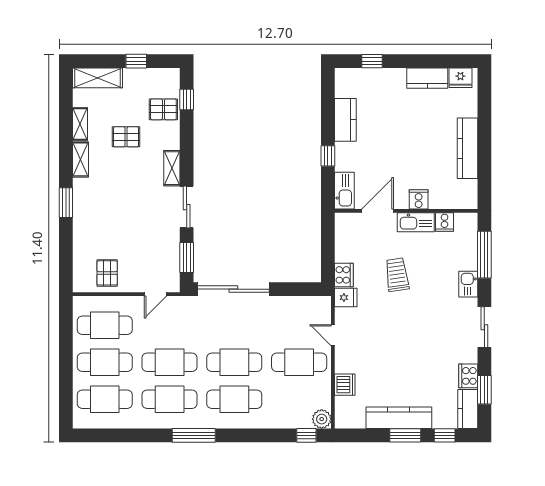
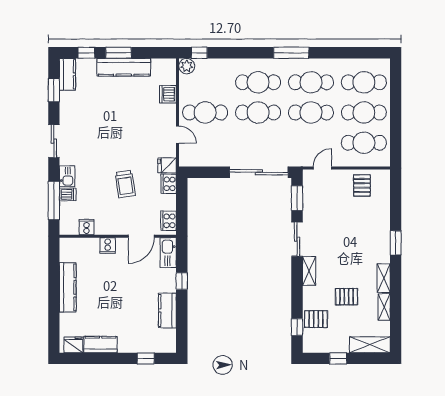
kitchen sink: (416, 222) -> (110, 227), removed
dishwasher: (467, 262) -> (68, 194), added
cooker: (468, 376) -> (169, 221), moved, turned 180

